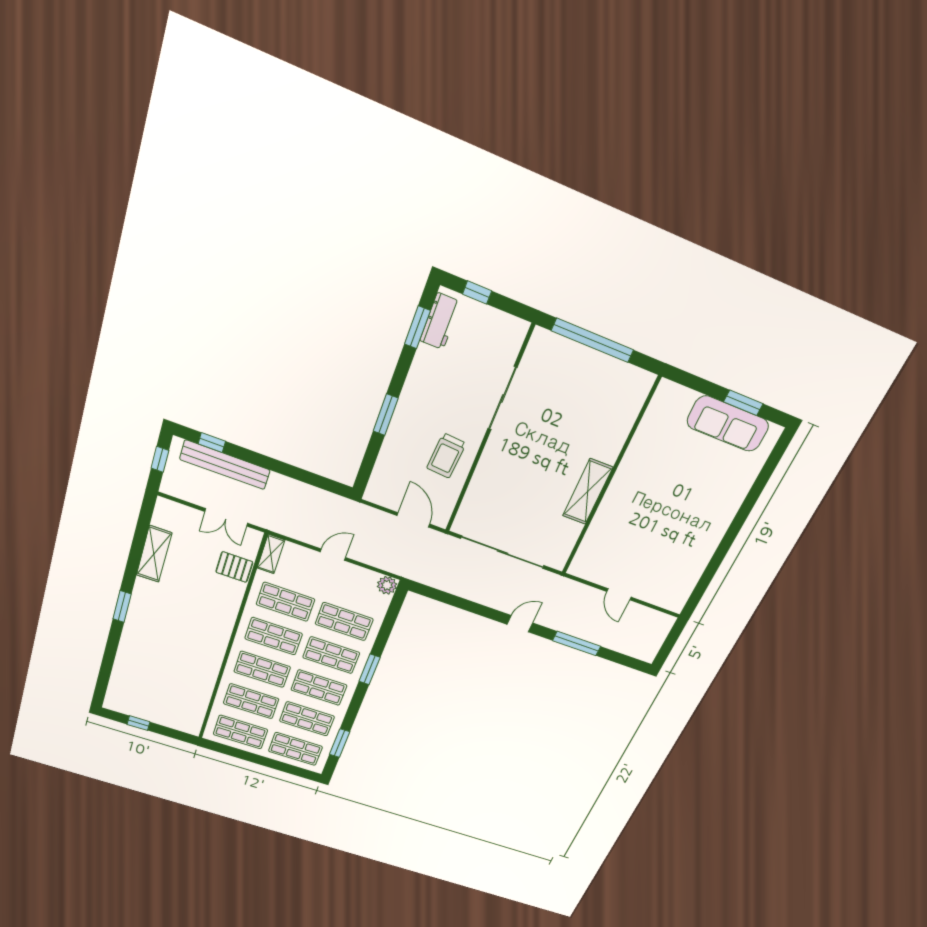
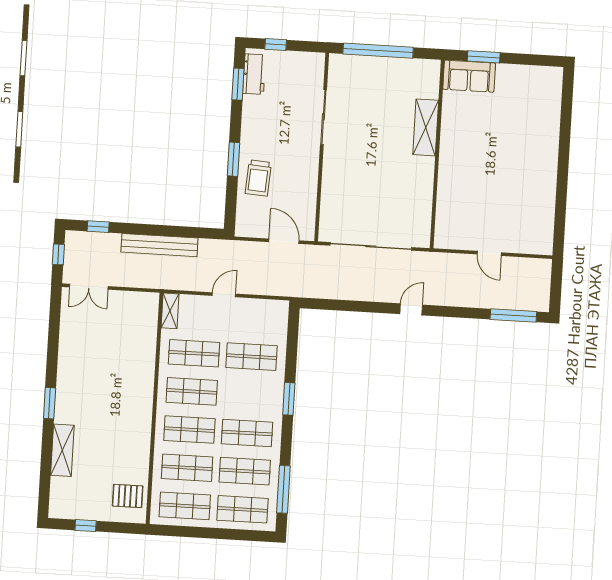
window: (743, 403) -> (484, 57), moved
sofa: (728, 424) -> (469, 76), moved, width x0.73
trolley: (446, 456) -> (258, 178), moved
bench: (225, 465) -> (159, 245), moved
shelving: (588, 492) -> (426, 127), moved
double door: (226, 517) -> (89, 287), moved
shelving: (154, 554) -> (62, 450), moved
pallet: (234, 567) -> (128, 496), moved
plant: (387, 585) -> (280, 309), removed
window: (577, 643) -> (513, 315), moved
shop shelf: (331, 655) -> (249, 395), removed
window: (340, 743) -> (283, 489), width x1.44

